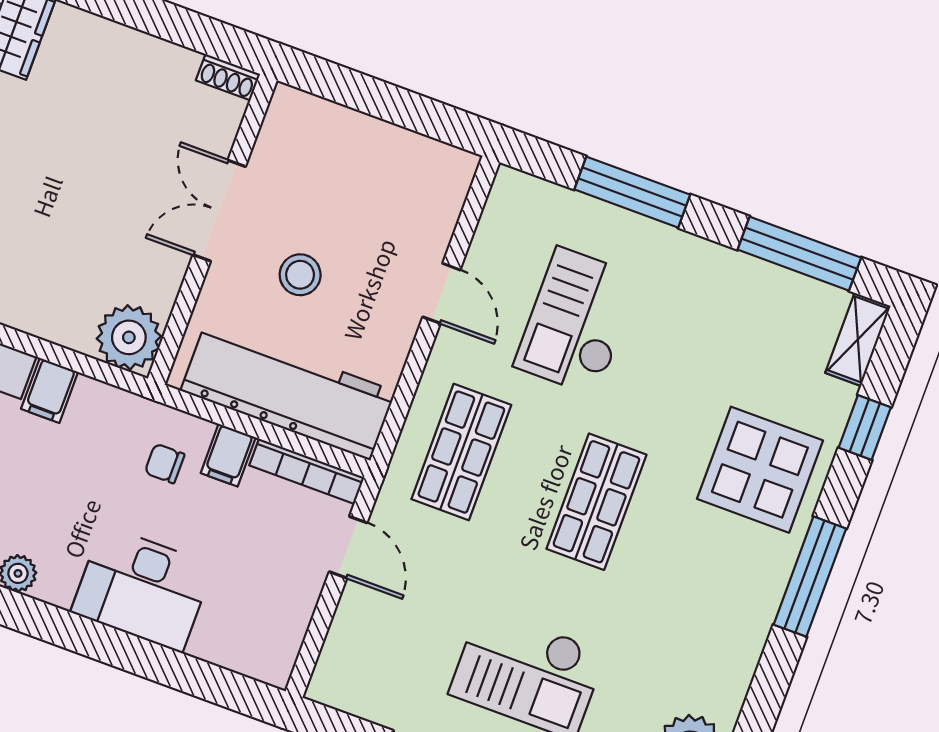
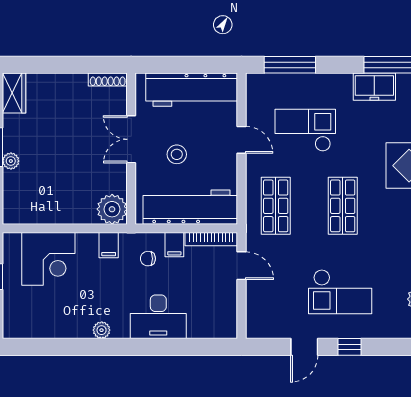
shoe rack: (228, 77) -> (108, 80), width x1.43
workbench: (378, 155) -> (192, 90), added
window: (632, 192) -> (290, 65), moved
freezer: (749, 285) -> (374, 87), added
checkout: (577, 321) -> (305, 130), turned 90
filing cabinet: (50, 390) -> (109, 245), moved

